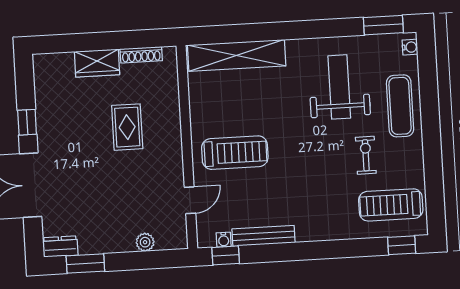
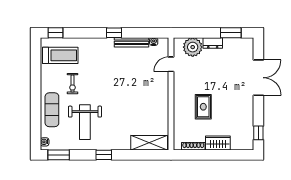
window: (302, 30) -> (104, 155), added
shelving: (237, 55) -> (149, 143), width x0.68
window: (27, 122) -> (258, 133), moved
treadmill: (235, 153) -> (145, 89), removed
plant: (145, 242) -> (193, 47), width x1.87, depth x1.87
dresser: (60, 247) -> (213, 43), moved
window: (226, 255) -> (114, 33), moved

